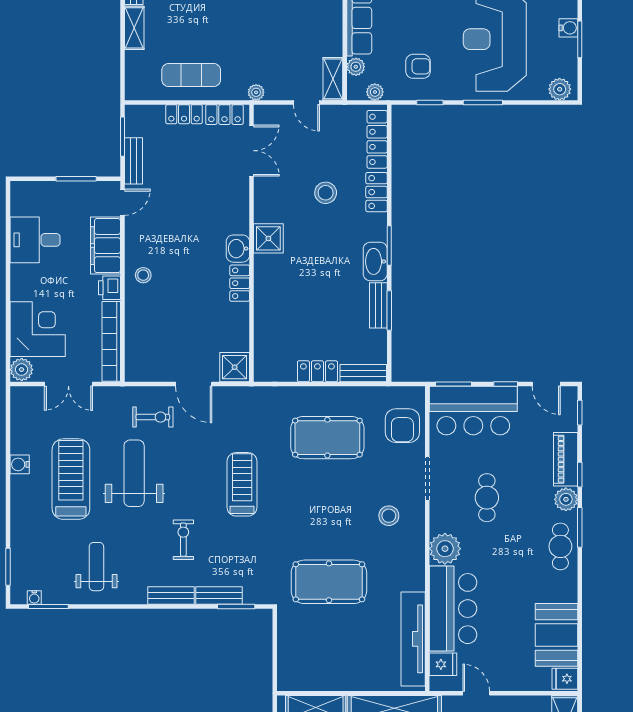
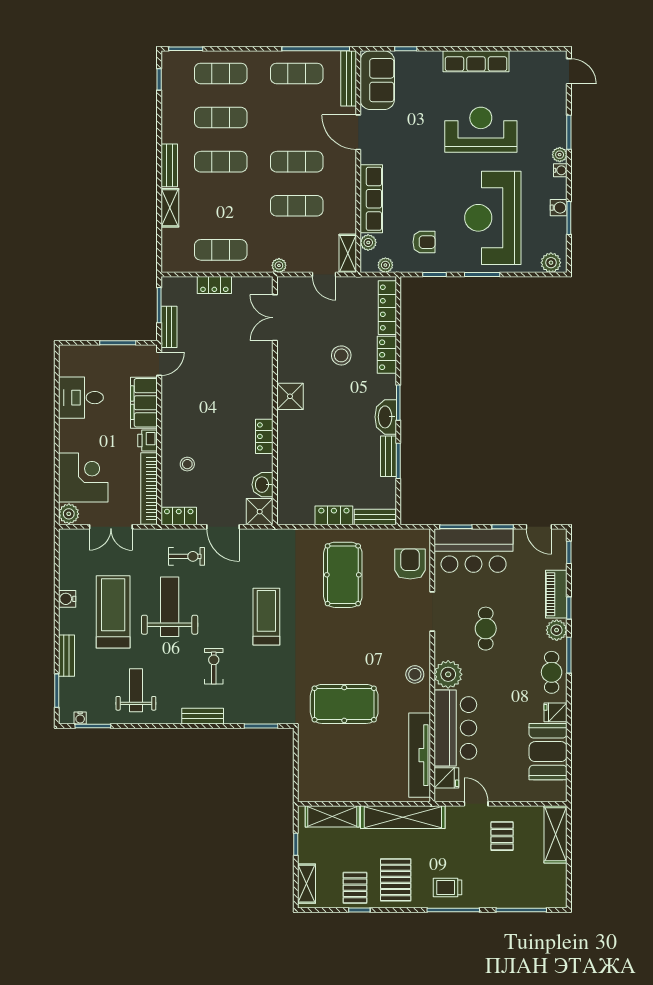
exercise mat: (276, 26) -> (297, 206), added
locker: (224, 115) -> (179, 516), moved, turned 180
double door: (252, 151) -> (275, 318), swing flipped
washbasin: (238, 249) -> (263, 485), moved
stool: (143, 275) -> (187, 464), moved
armchair: (402, 426) -> (410, 564), turned 180
pool table: (327, 438) -> (343, 575), turned 90
stool: (389, 516) -> (415, 674), moved
bench: (219, 595) -> (67, 656), moved, turned 90
fridge: (565, 679) -> (556, 712), moved

